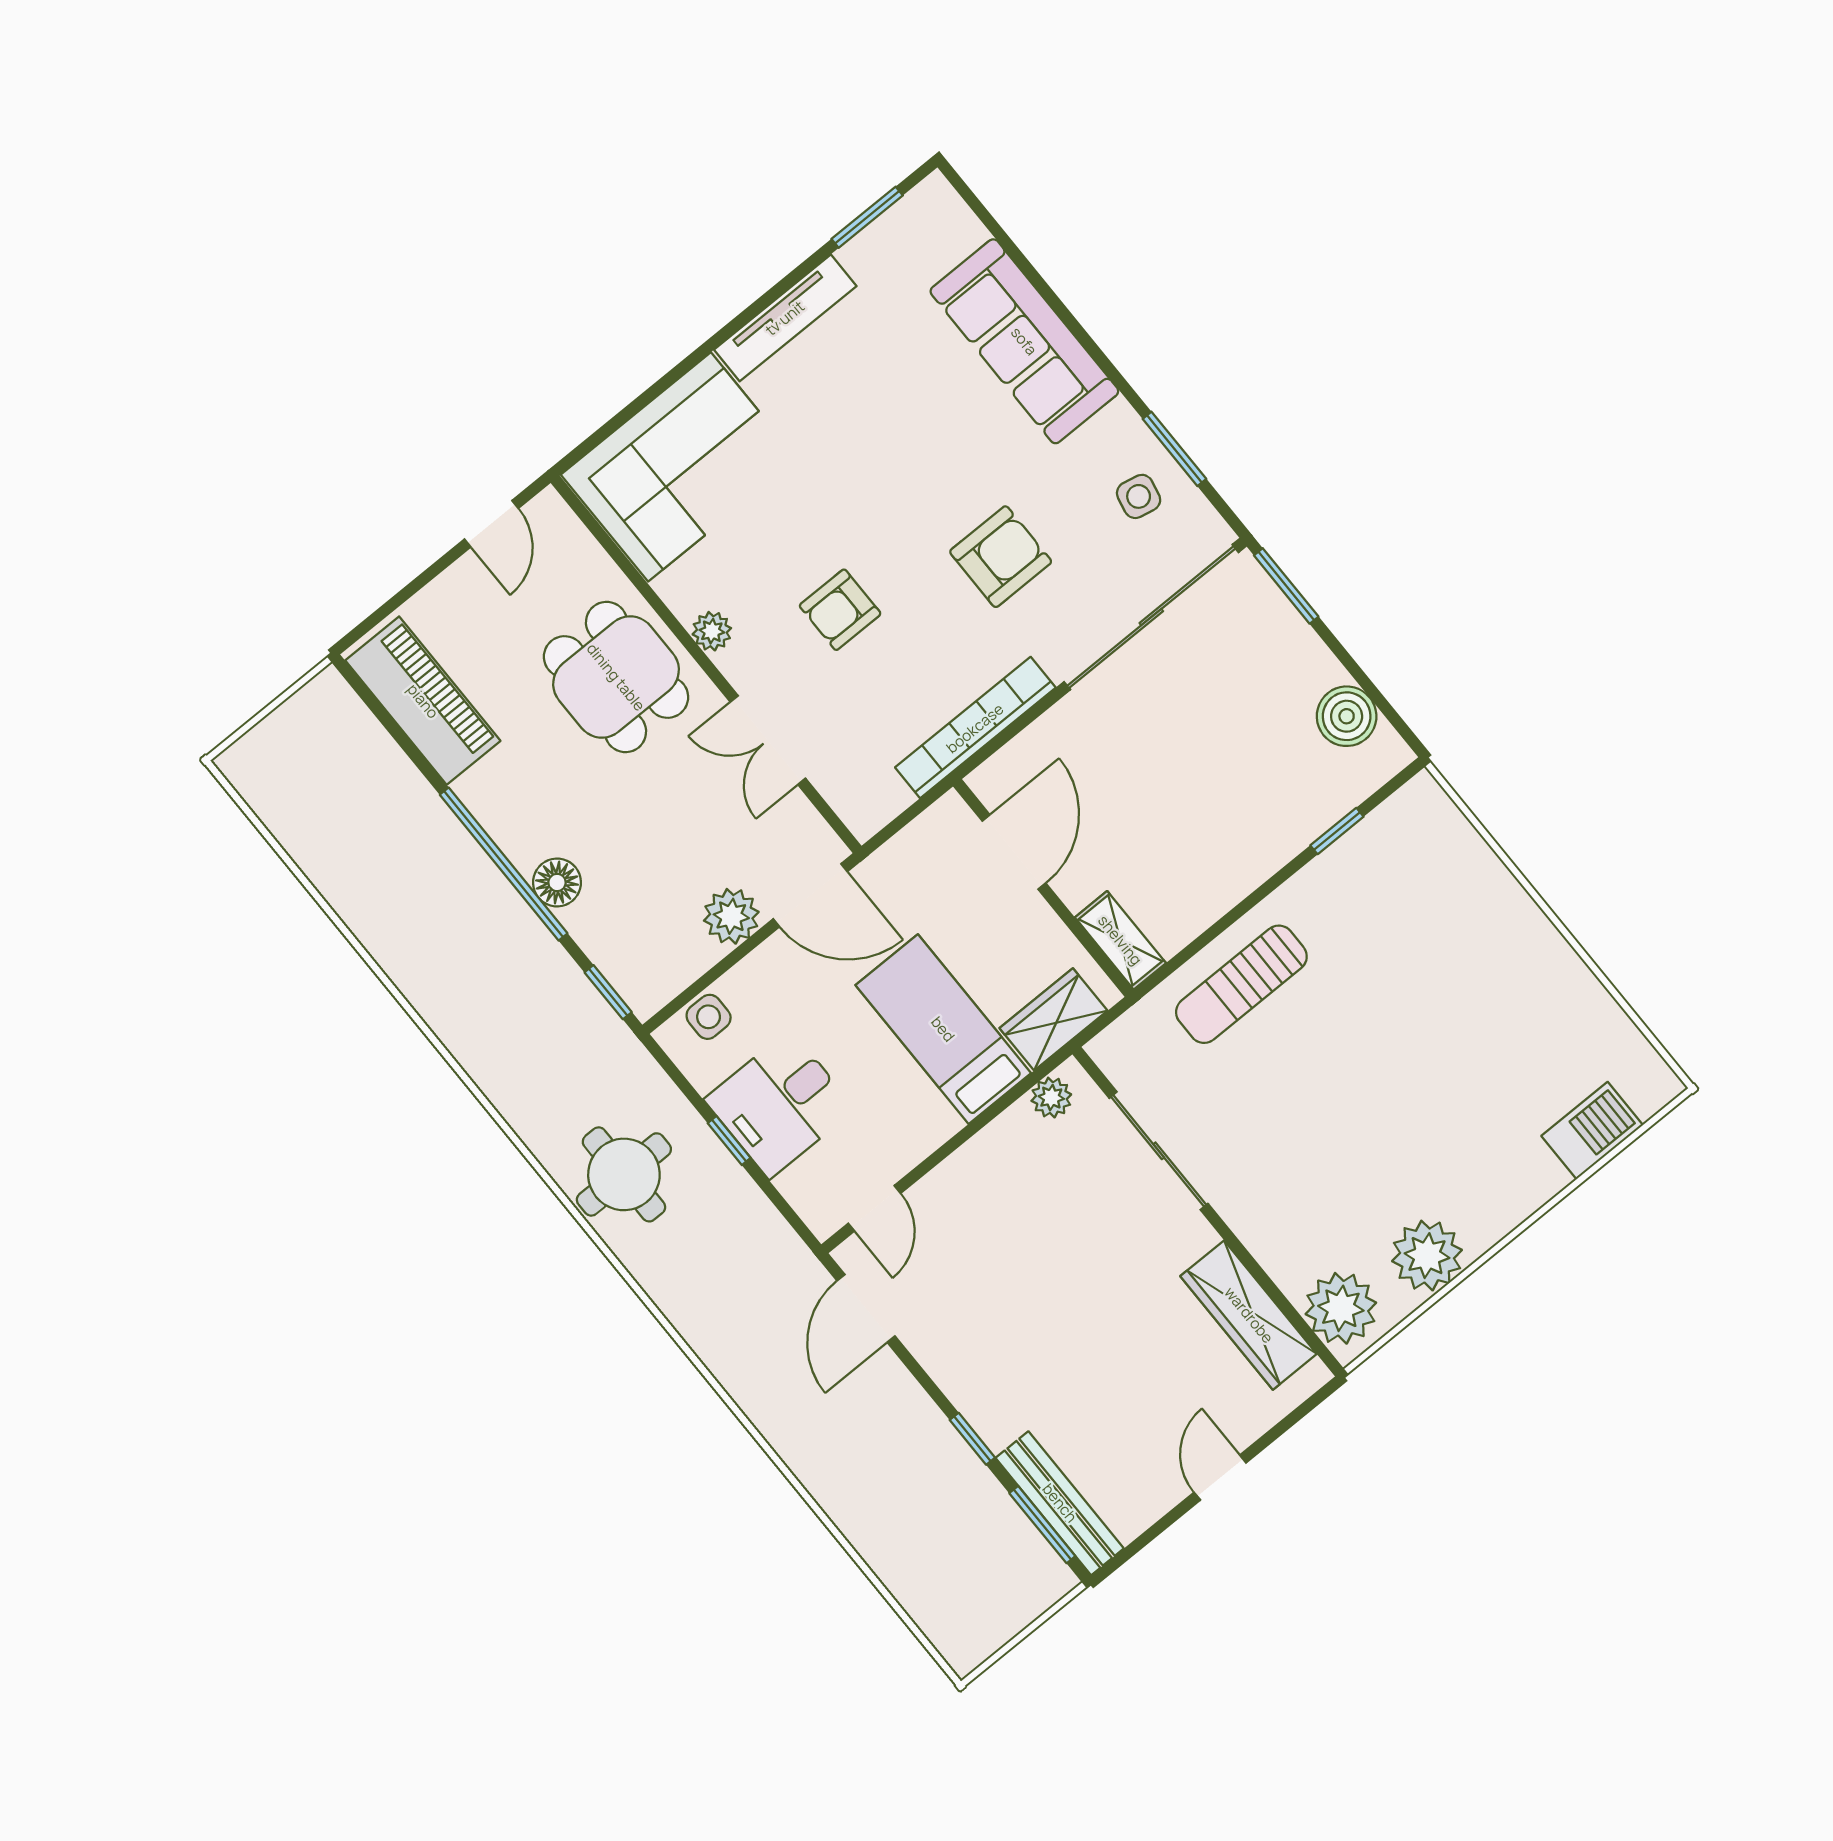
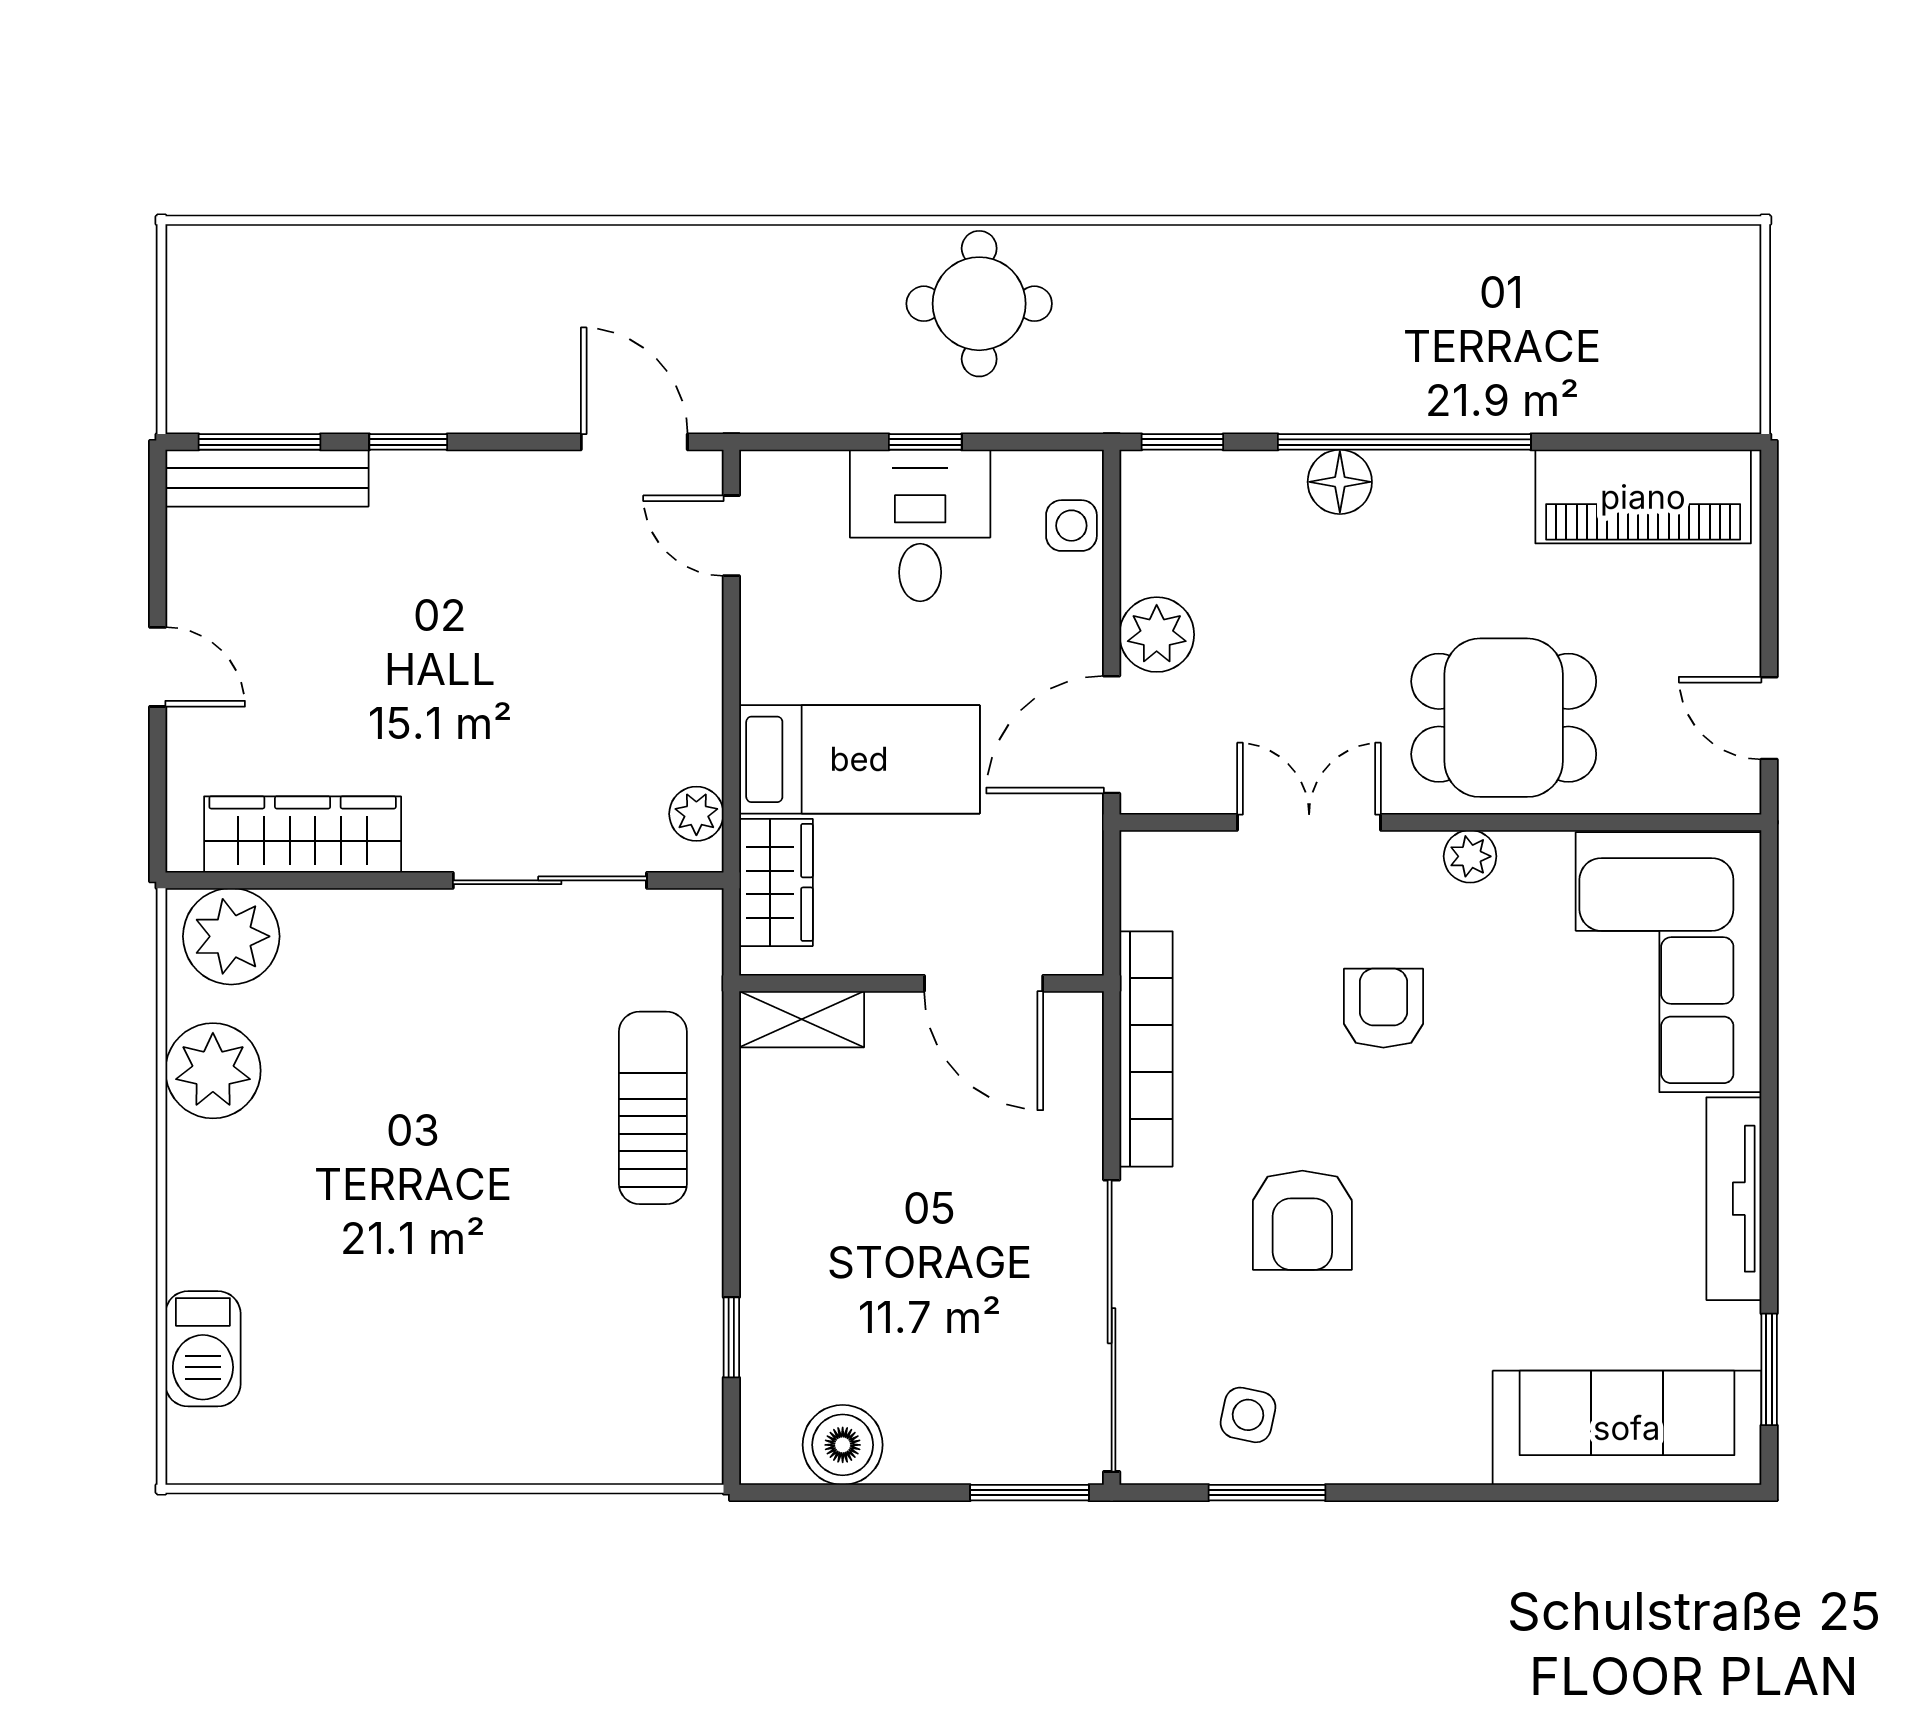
sofa: (1024, 341) -> (1627, 1428), moved

